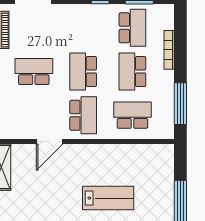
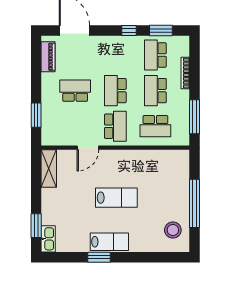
school desk: (132, 28) -> (155, 55), turned 180
school desk: (132, 115) -> (155, 126), turned 180
lab bench: (108, 198) -> (116, 198), moved

